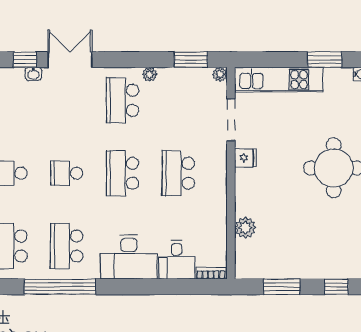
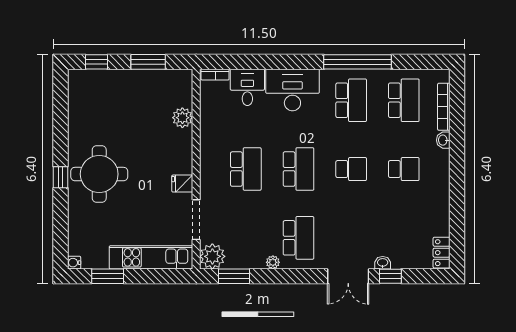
plant: (220, 74) -> (212, 256), width x1.88, depth x1.88

